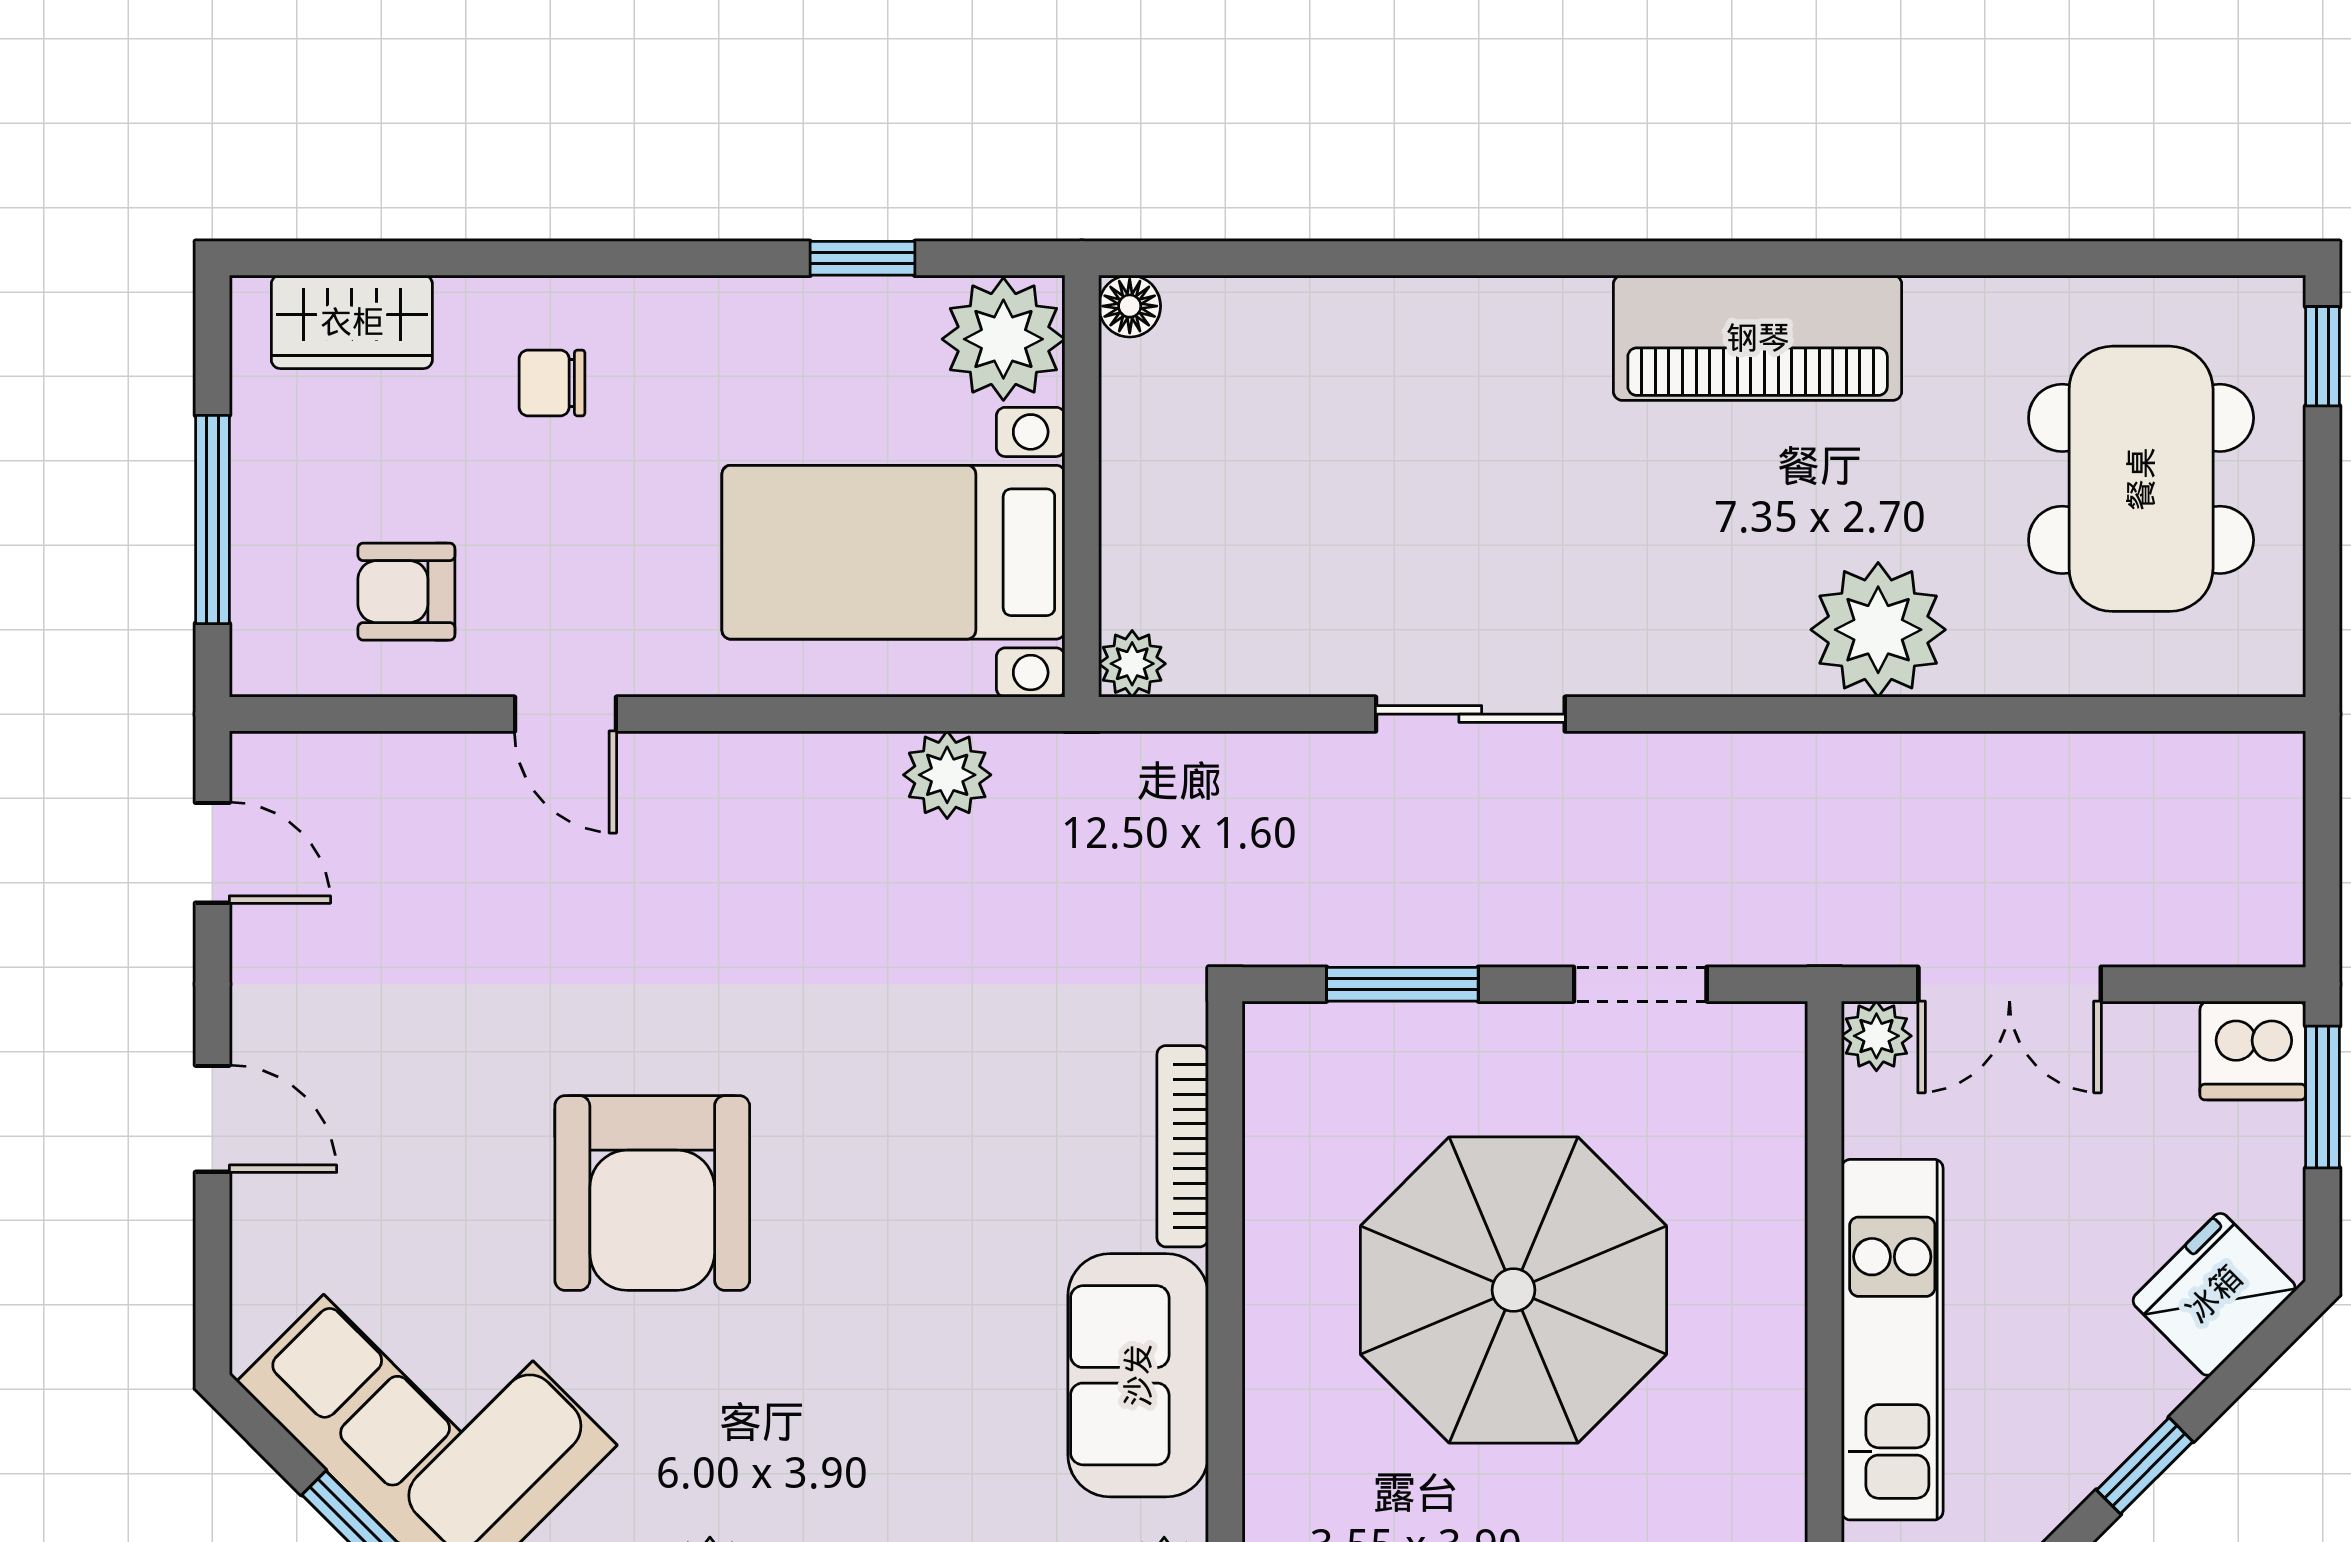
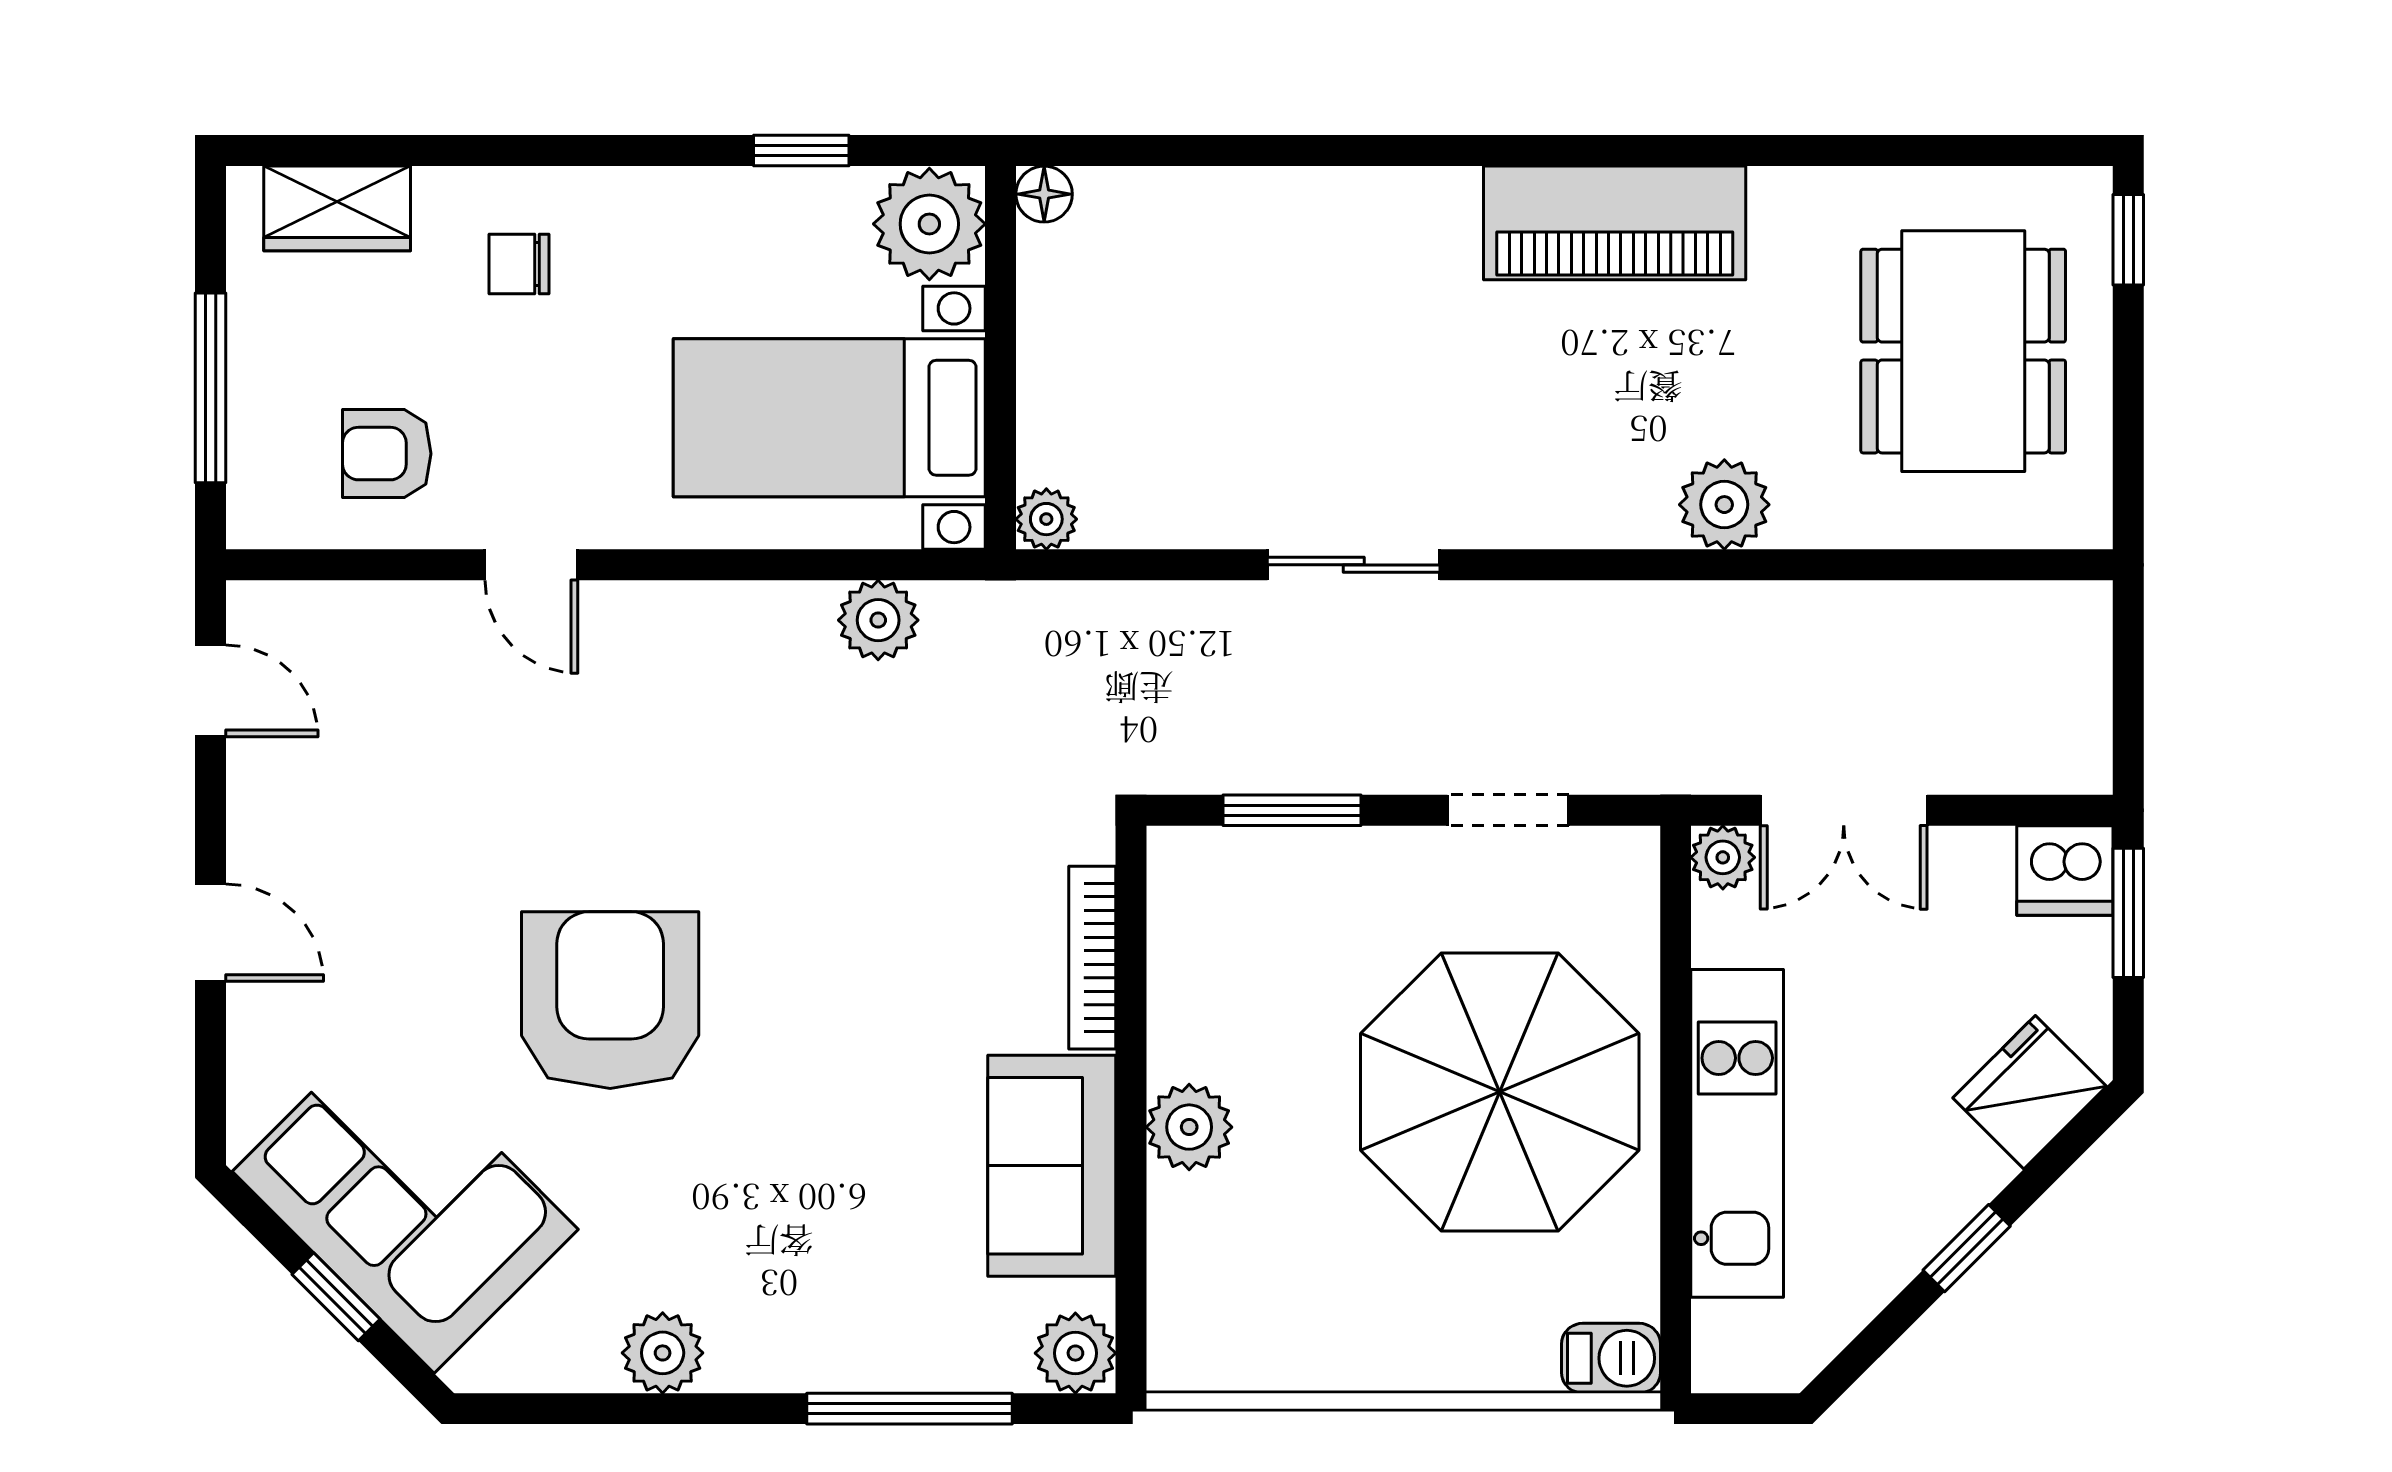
plant: (1878, 630) -> (1724, 505), width x0.73, depth x0.73
armchair: (652, 1193) -> (610, 1000), turned 180
parasol: (1513, 1290) -> (1500, 1092), moved
plant: (1289, 1333) -> (1189, 1127), added

